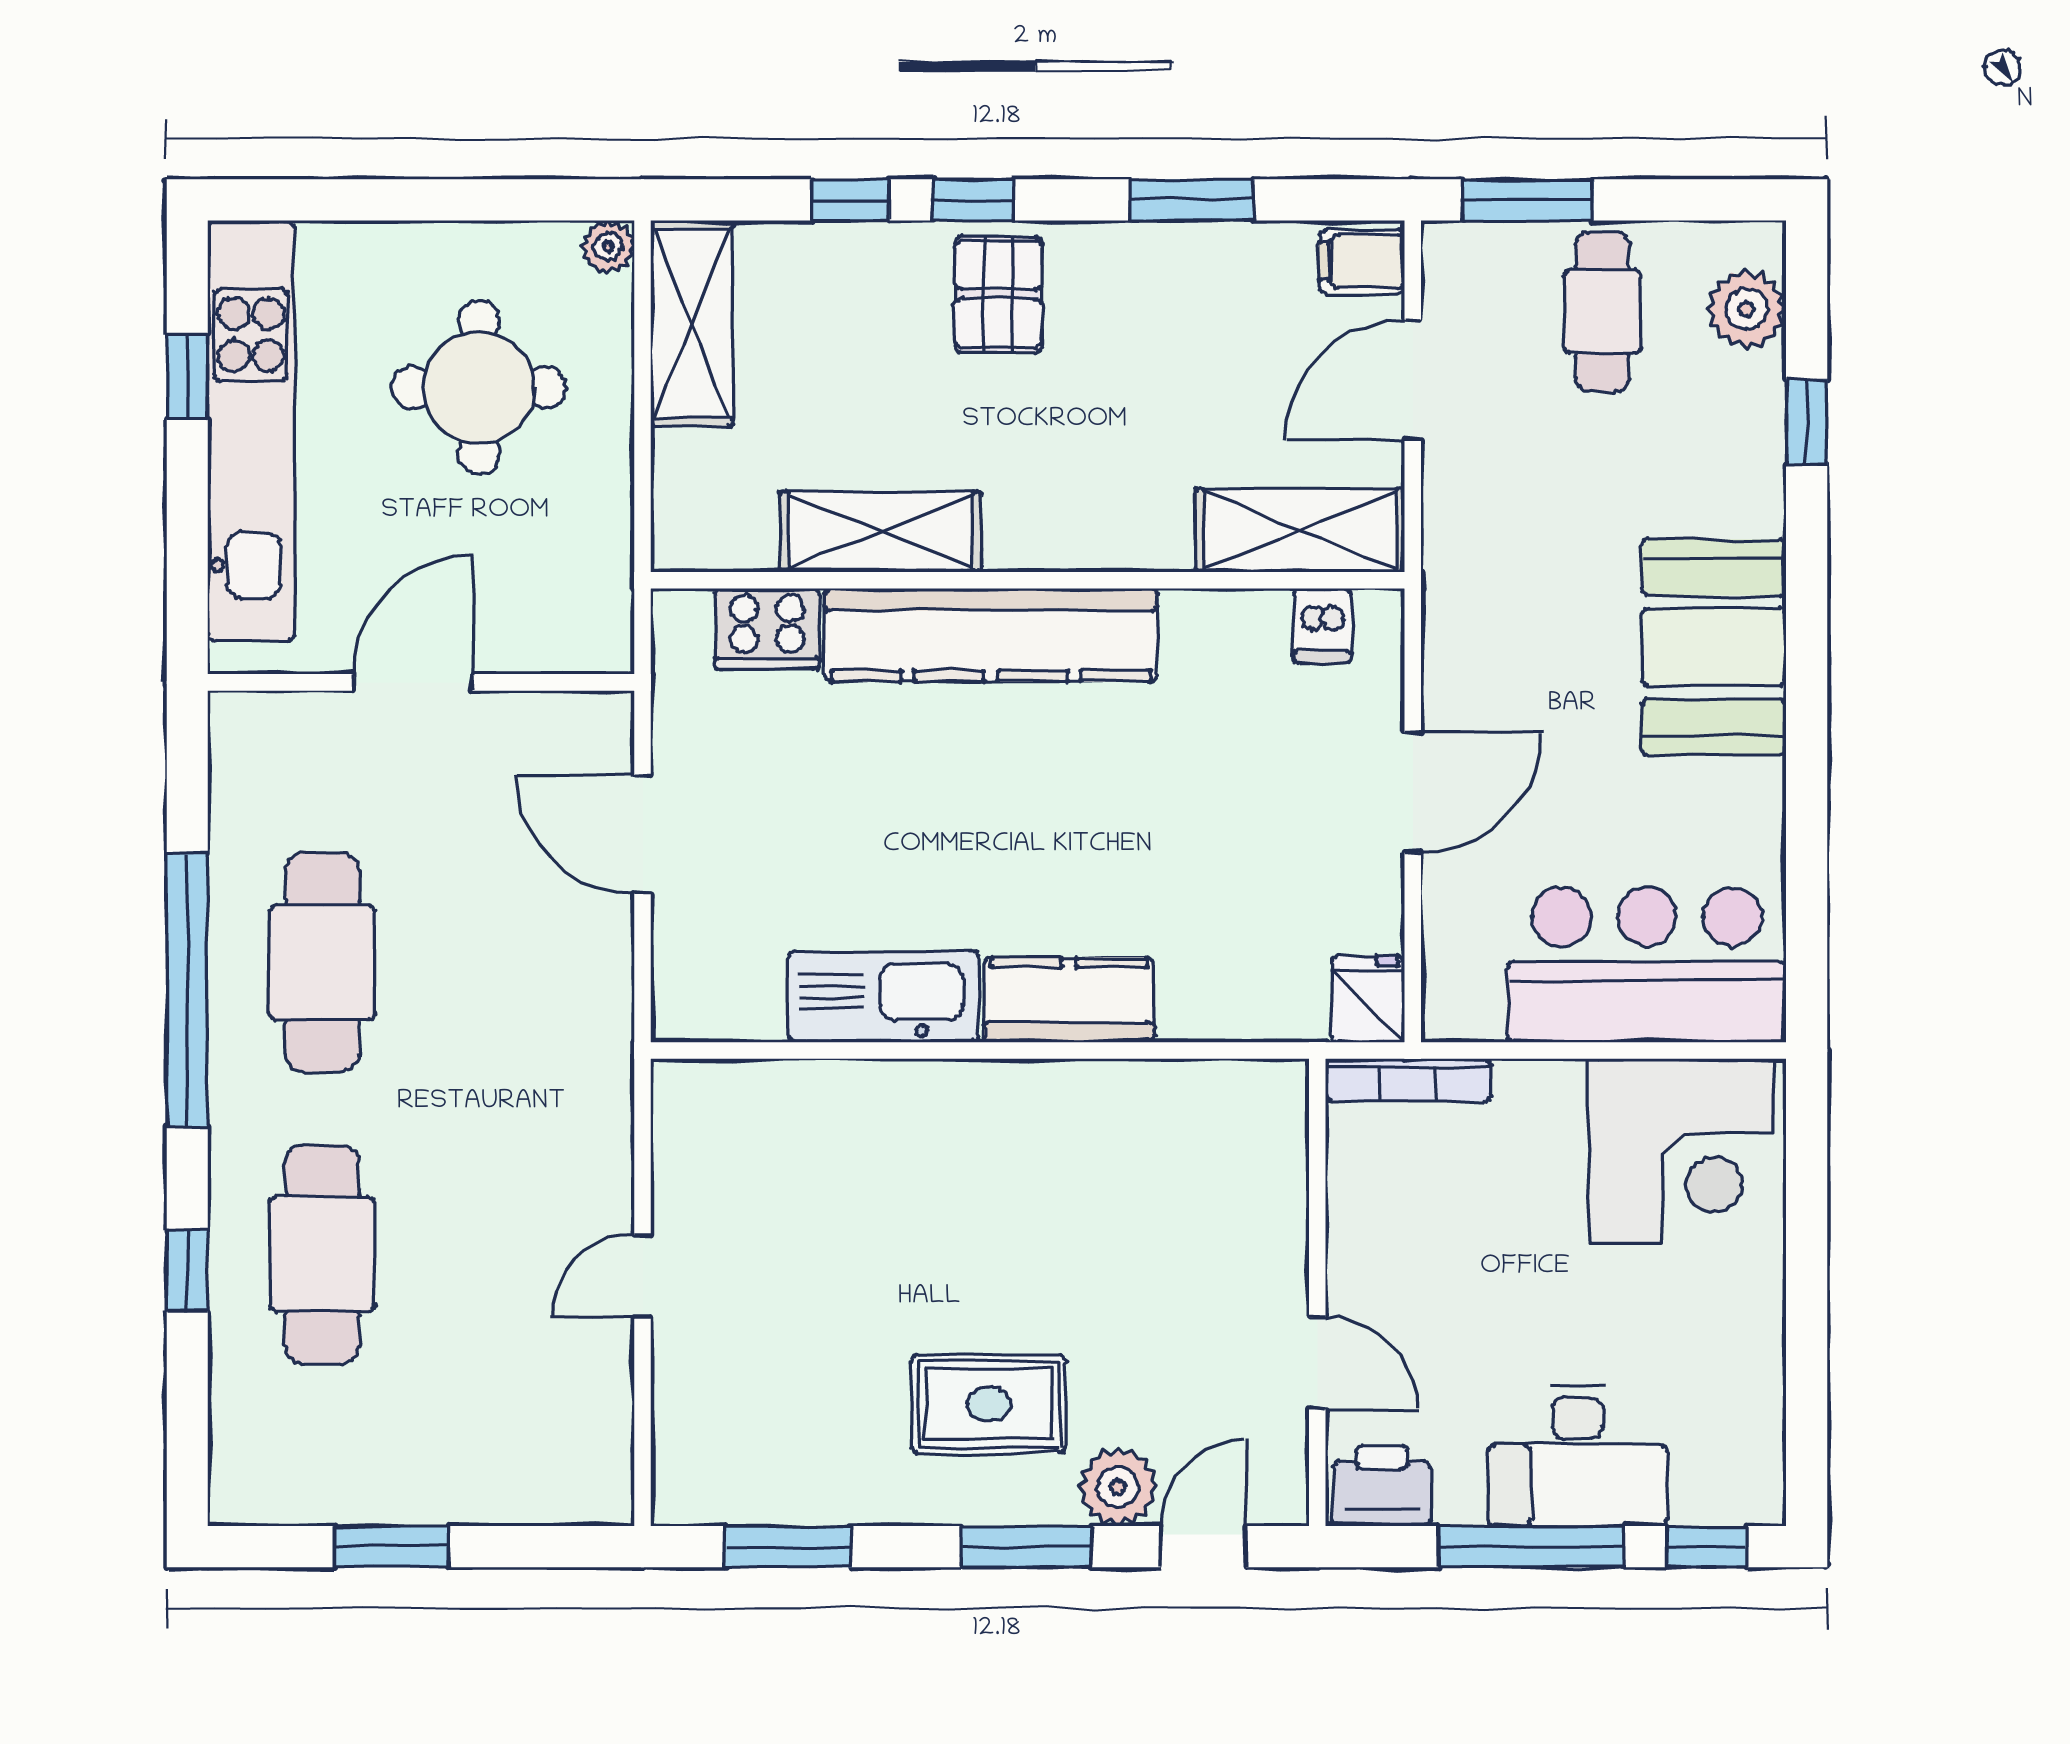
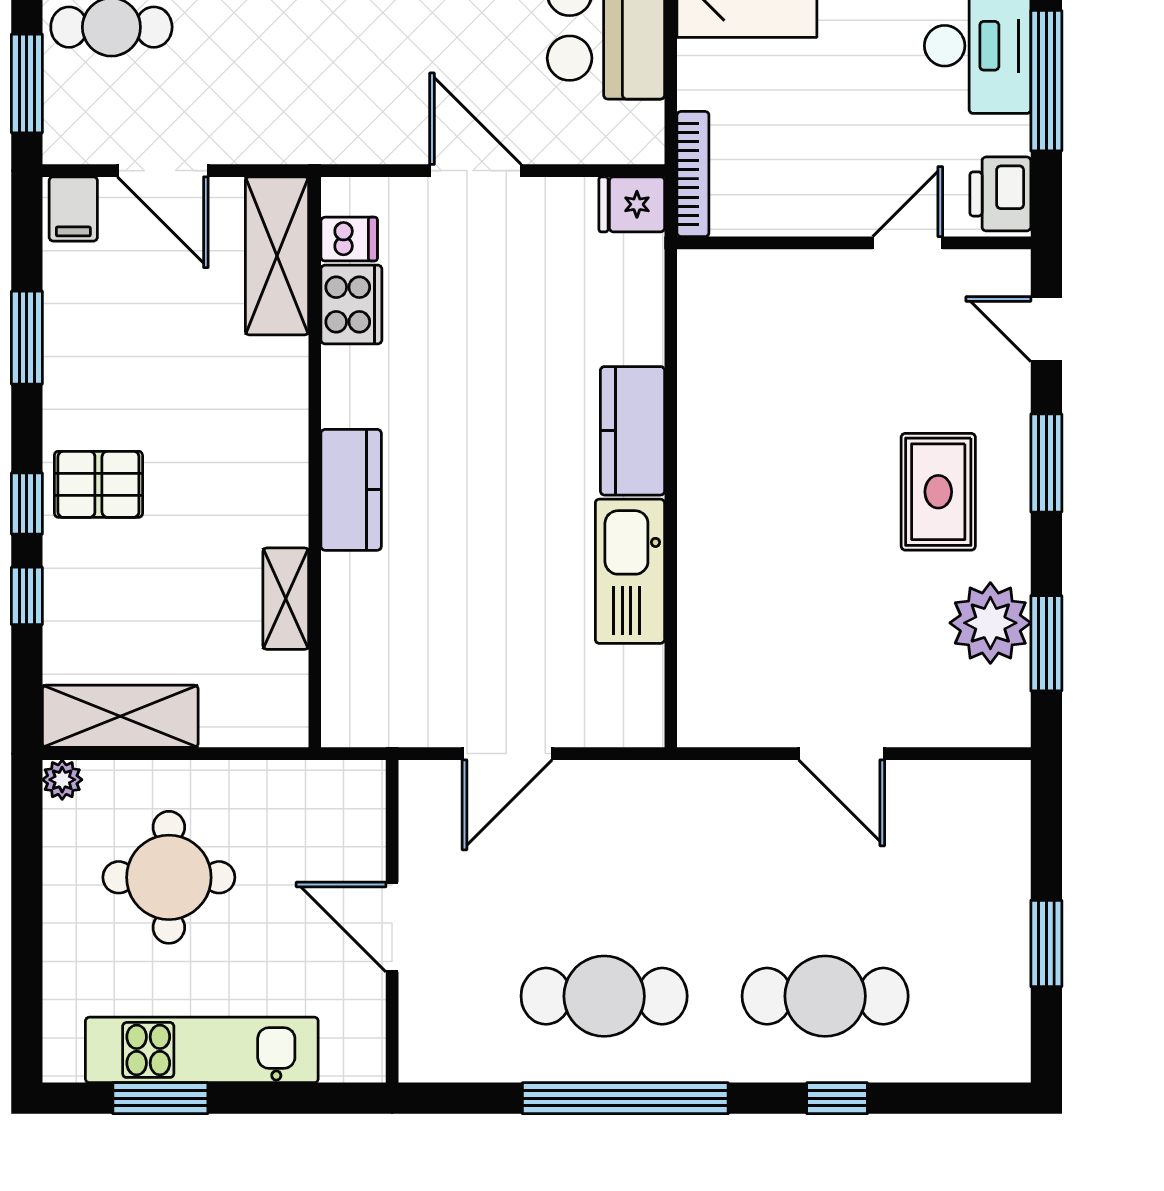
window: (187, 376) -> (160, 1098), width x1.50
kitchen unit: (251, 431) -> (202, 1050), width x0.73
shelving: (881, 532) -> (286, 599), width x0.67, depth x0.75
cooker: (767, 629) -> (351, 305), moved
kitchen counter: (991, 635) -> (351, 490), width x0.48, depth x0.86
door: (643, 1276) -> (842, 754), width x1.38
plant: (1118, 1487) -> (990, 623), moved, width x1.36, depth x1.36

